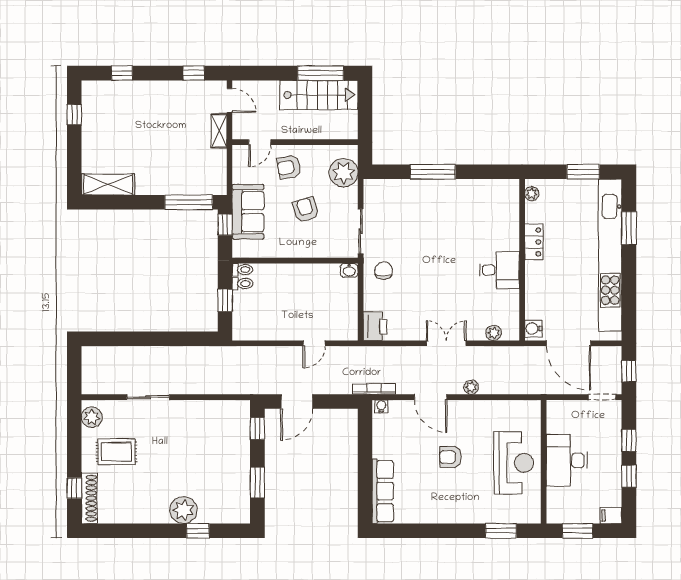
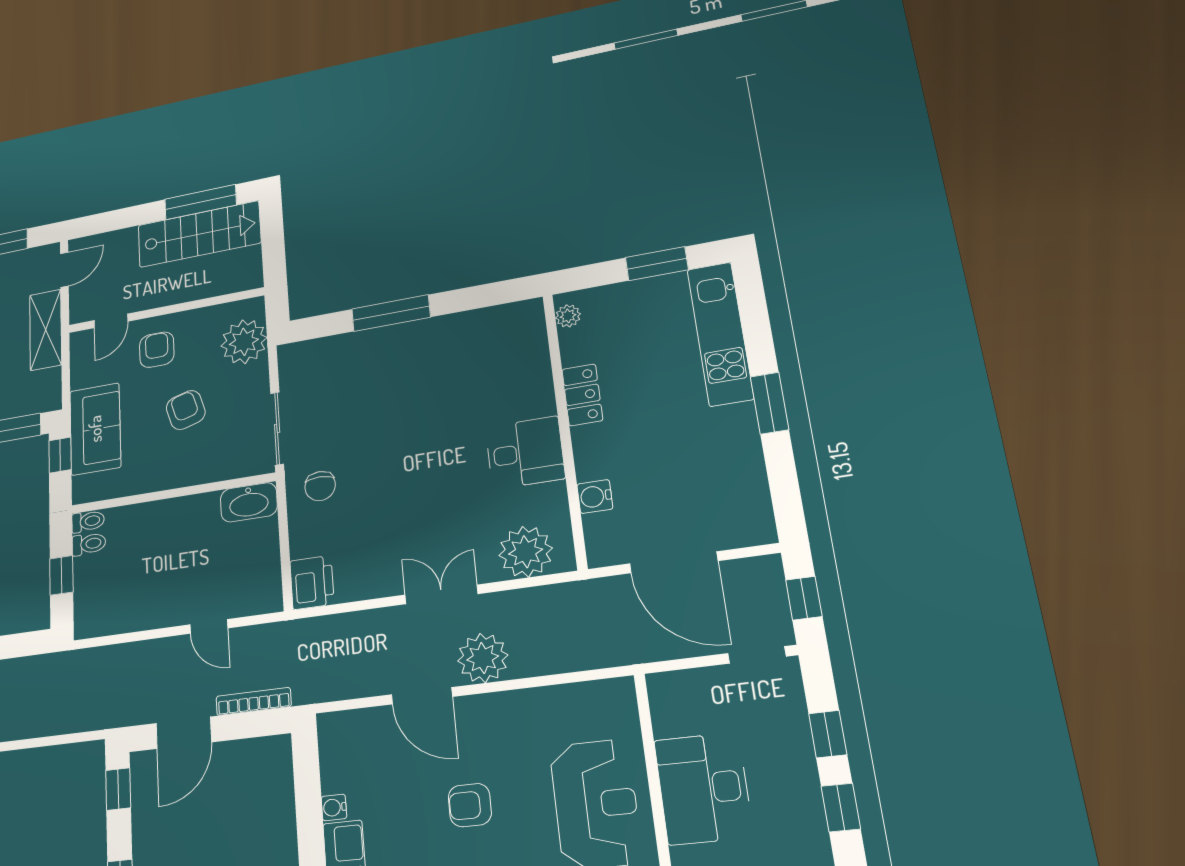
door: (230, 101) -> (64, 270), hinge flipped
shelving: (219, 131) -> (46, 330), width x1.50, depth x1.33
armchair: (289, 167) -> (157, 350), turned 99
window: (629, 228) -> (770, 403), moved
kitchen unit: (610, 255) -> (720, 334), width x0.54
washbasin: (349, 270) -> (249, 502), width x1.91, depth x1.45
chair: (384, 271) -> (320, 486), turned 180
water cooler: (533, 329) -> (595, 497), moved
plant: (494, 333) -> (526, 552), width x1.88, depth x1.88
door: (314, 343) -> (209, 626), hinge flipped
plant: (471, 387) -> (483, 658), width x1.88, depth x1.88
bookcase: (374, 389) -> (254, 701), moved
water cooler: (381, 406) -> (334, 807), moved, turned -90

